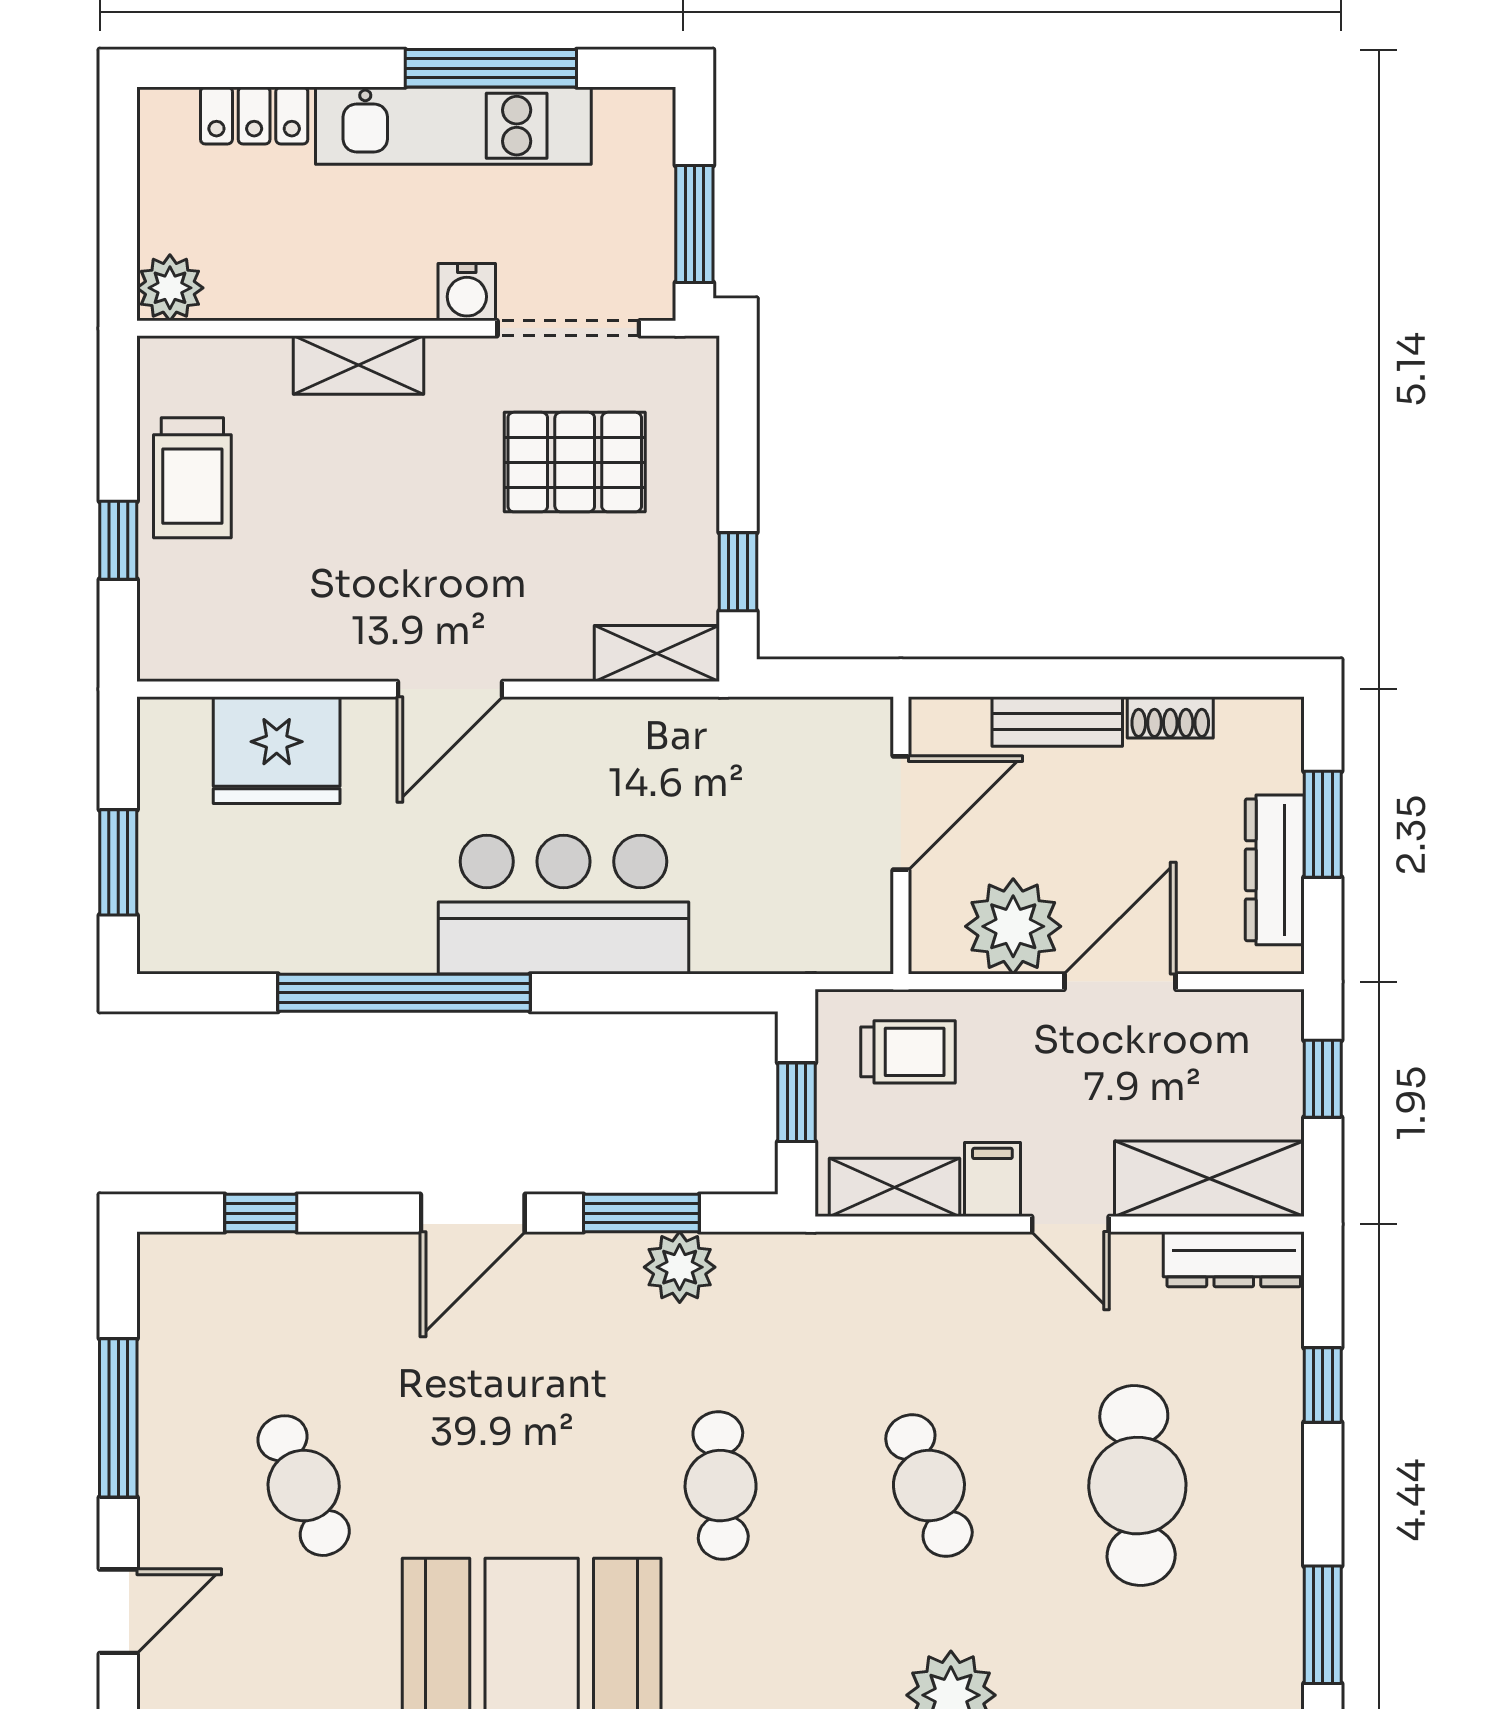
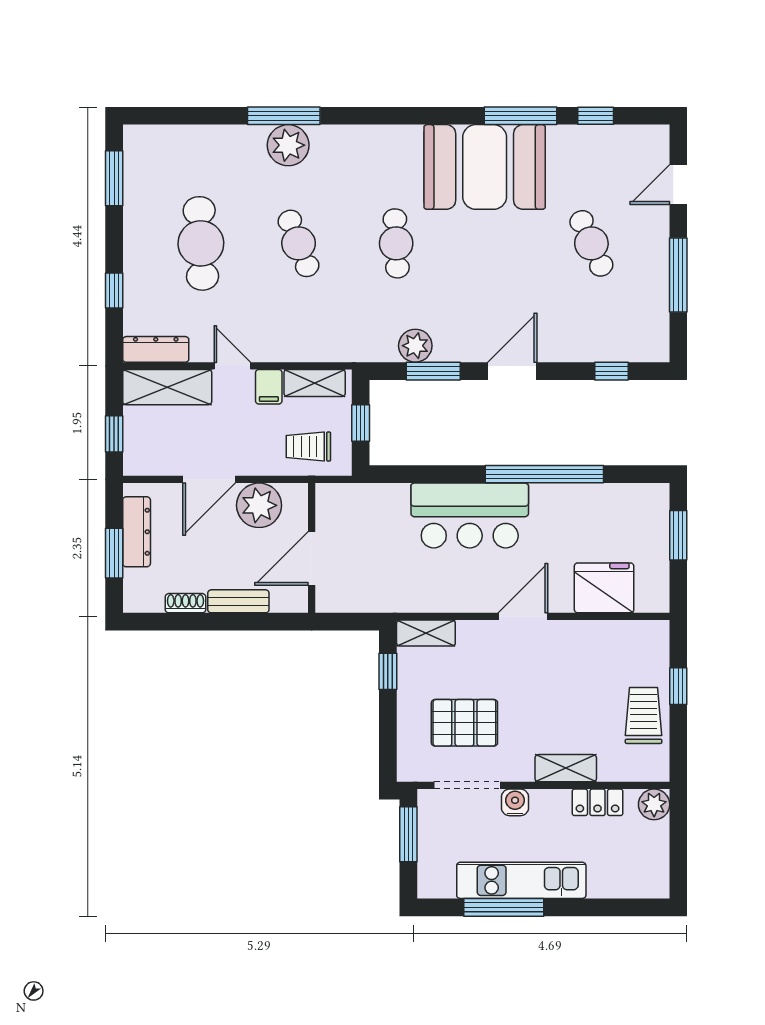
locker: (254, 115) -> (597, 802), moved, turned 180

